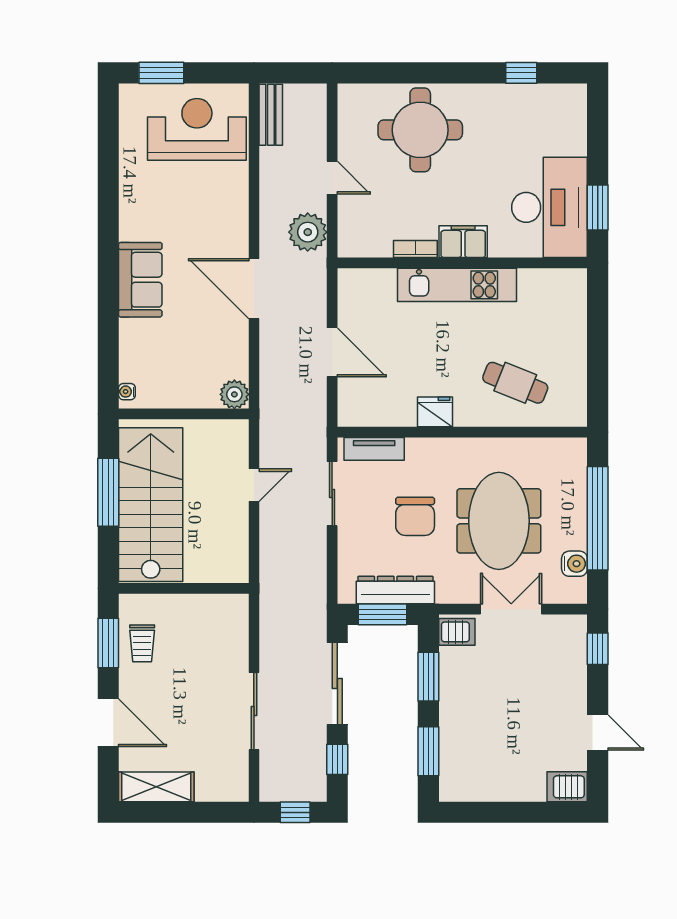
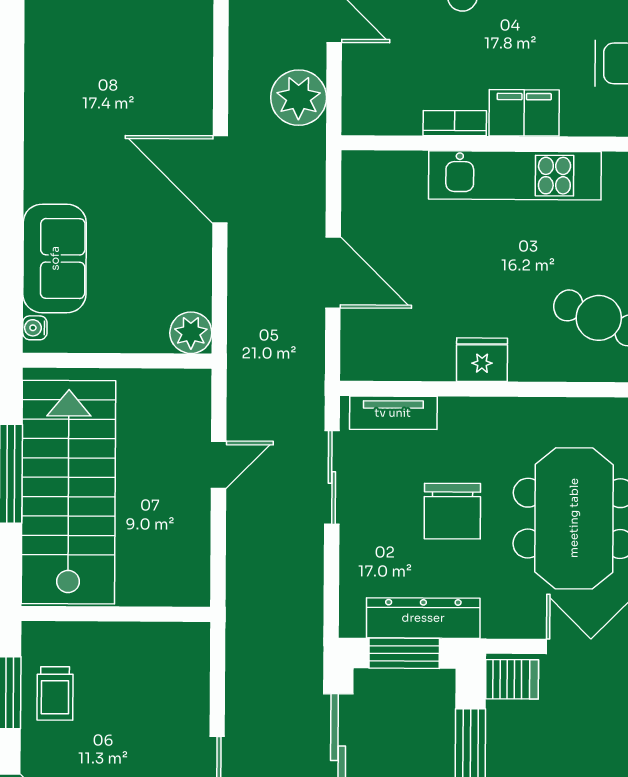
sofa: (140, 280) -> (55, 258), moved

